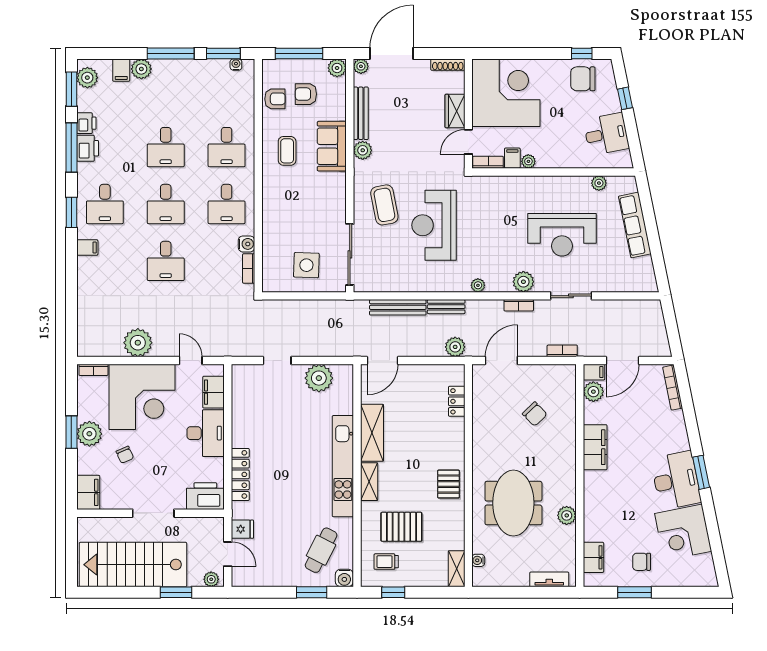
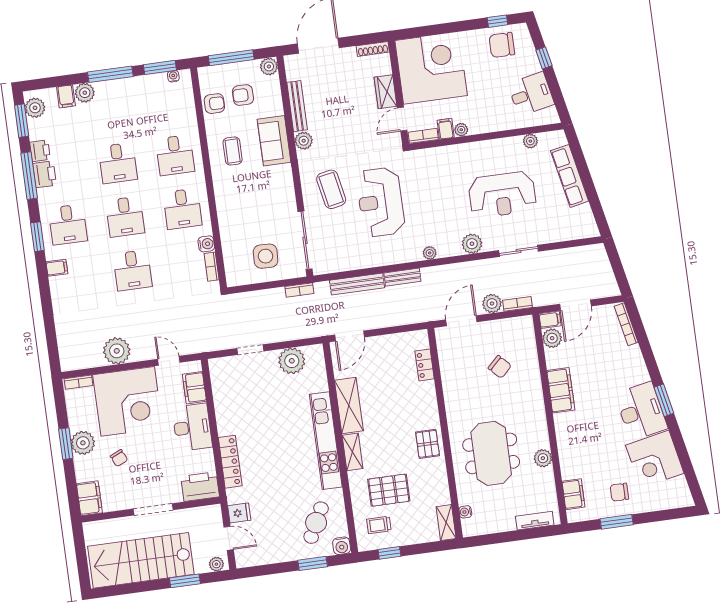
plant: (361, 66) -> (291, 62), removed
bookcase: (519, 305) -> (299, 290), moved
plant: (455, 347) -> (492, 303), moved

